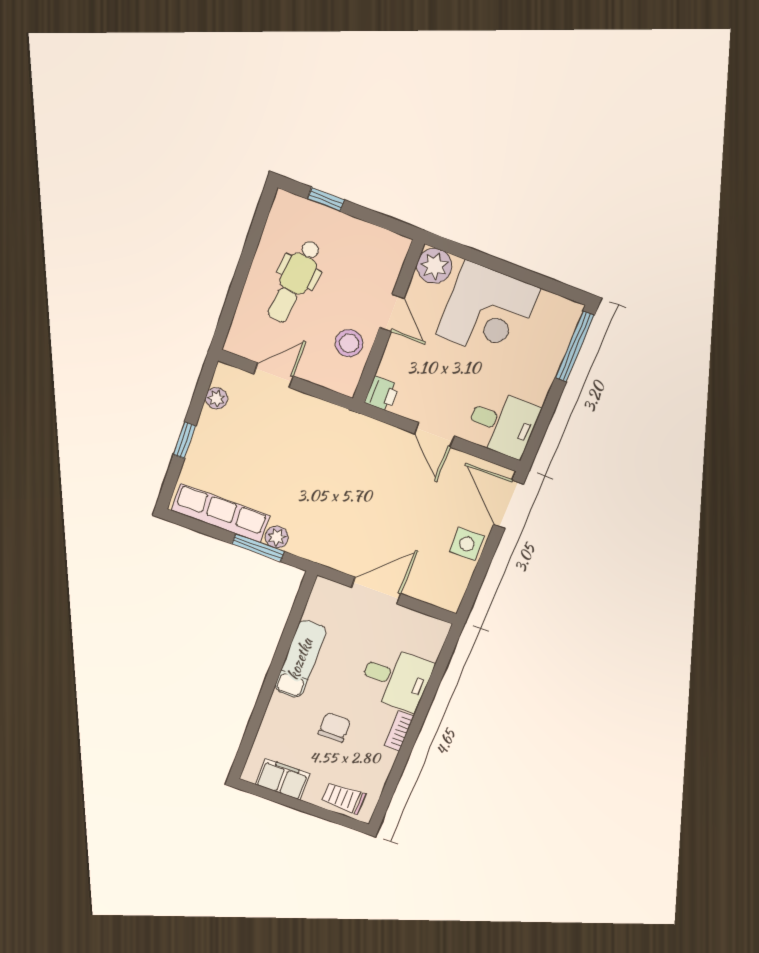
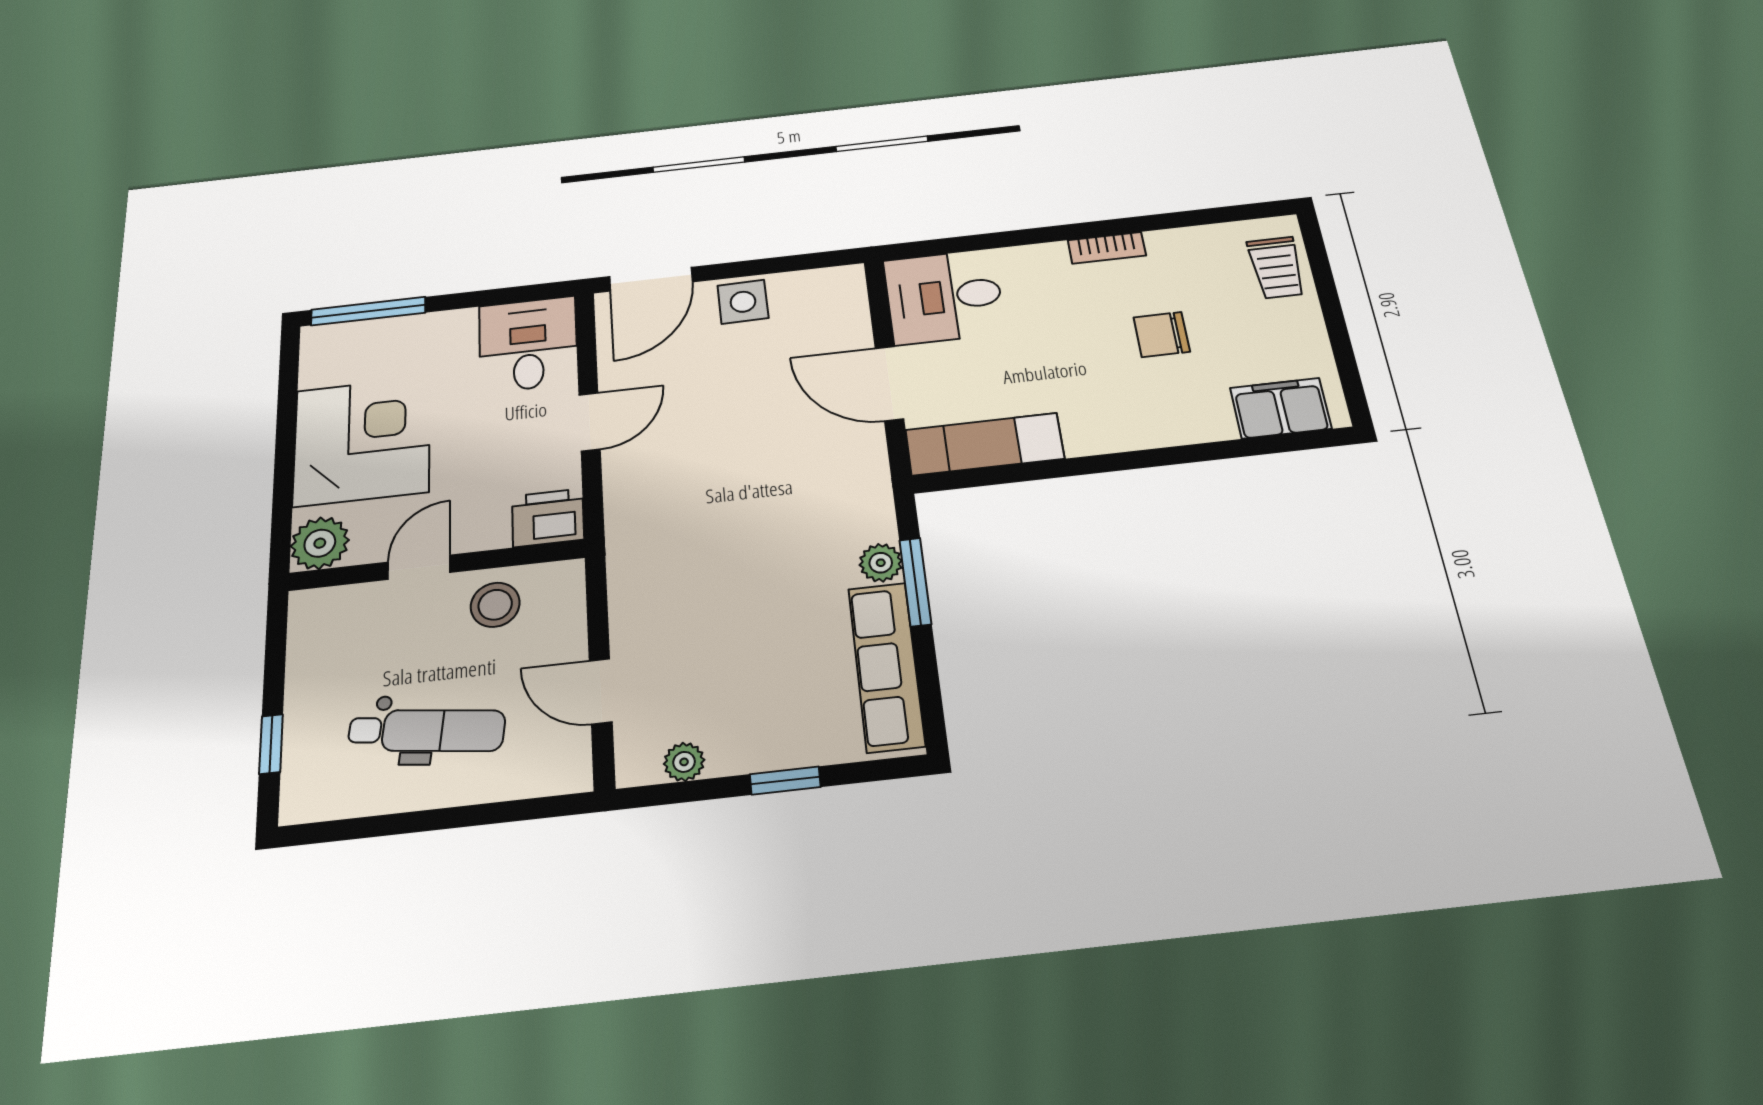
printer: (382, 394) -> (548, 518), width x1.36, depth x1.24
exam couch: (300, 659) -> (985, 444), moved
desk: (396, 678) -> (944, 297), moved, turned -90
filing cabinet: (283, 779) -> (1281, 408), moved, turned 90

